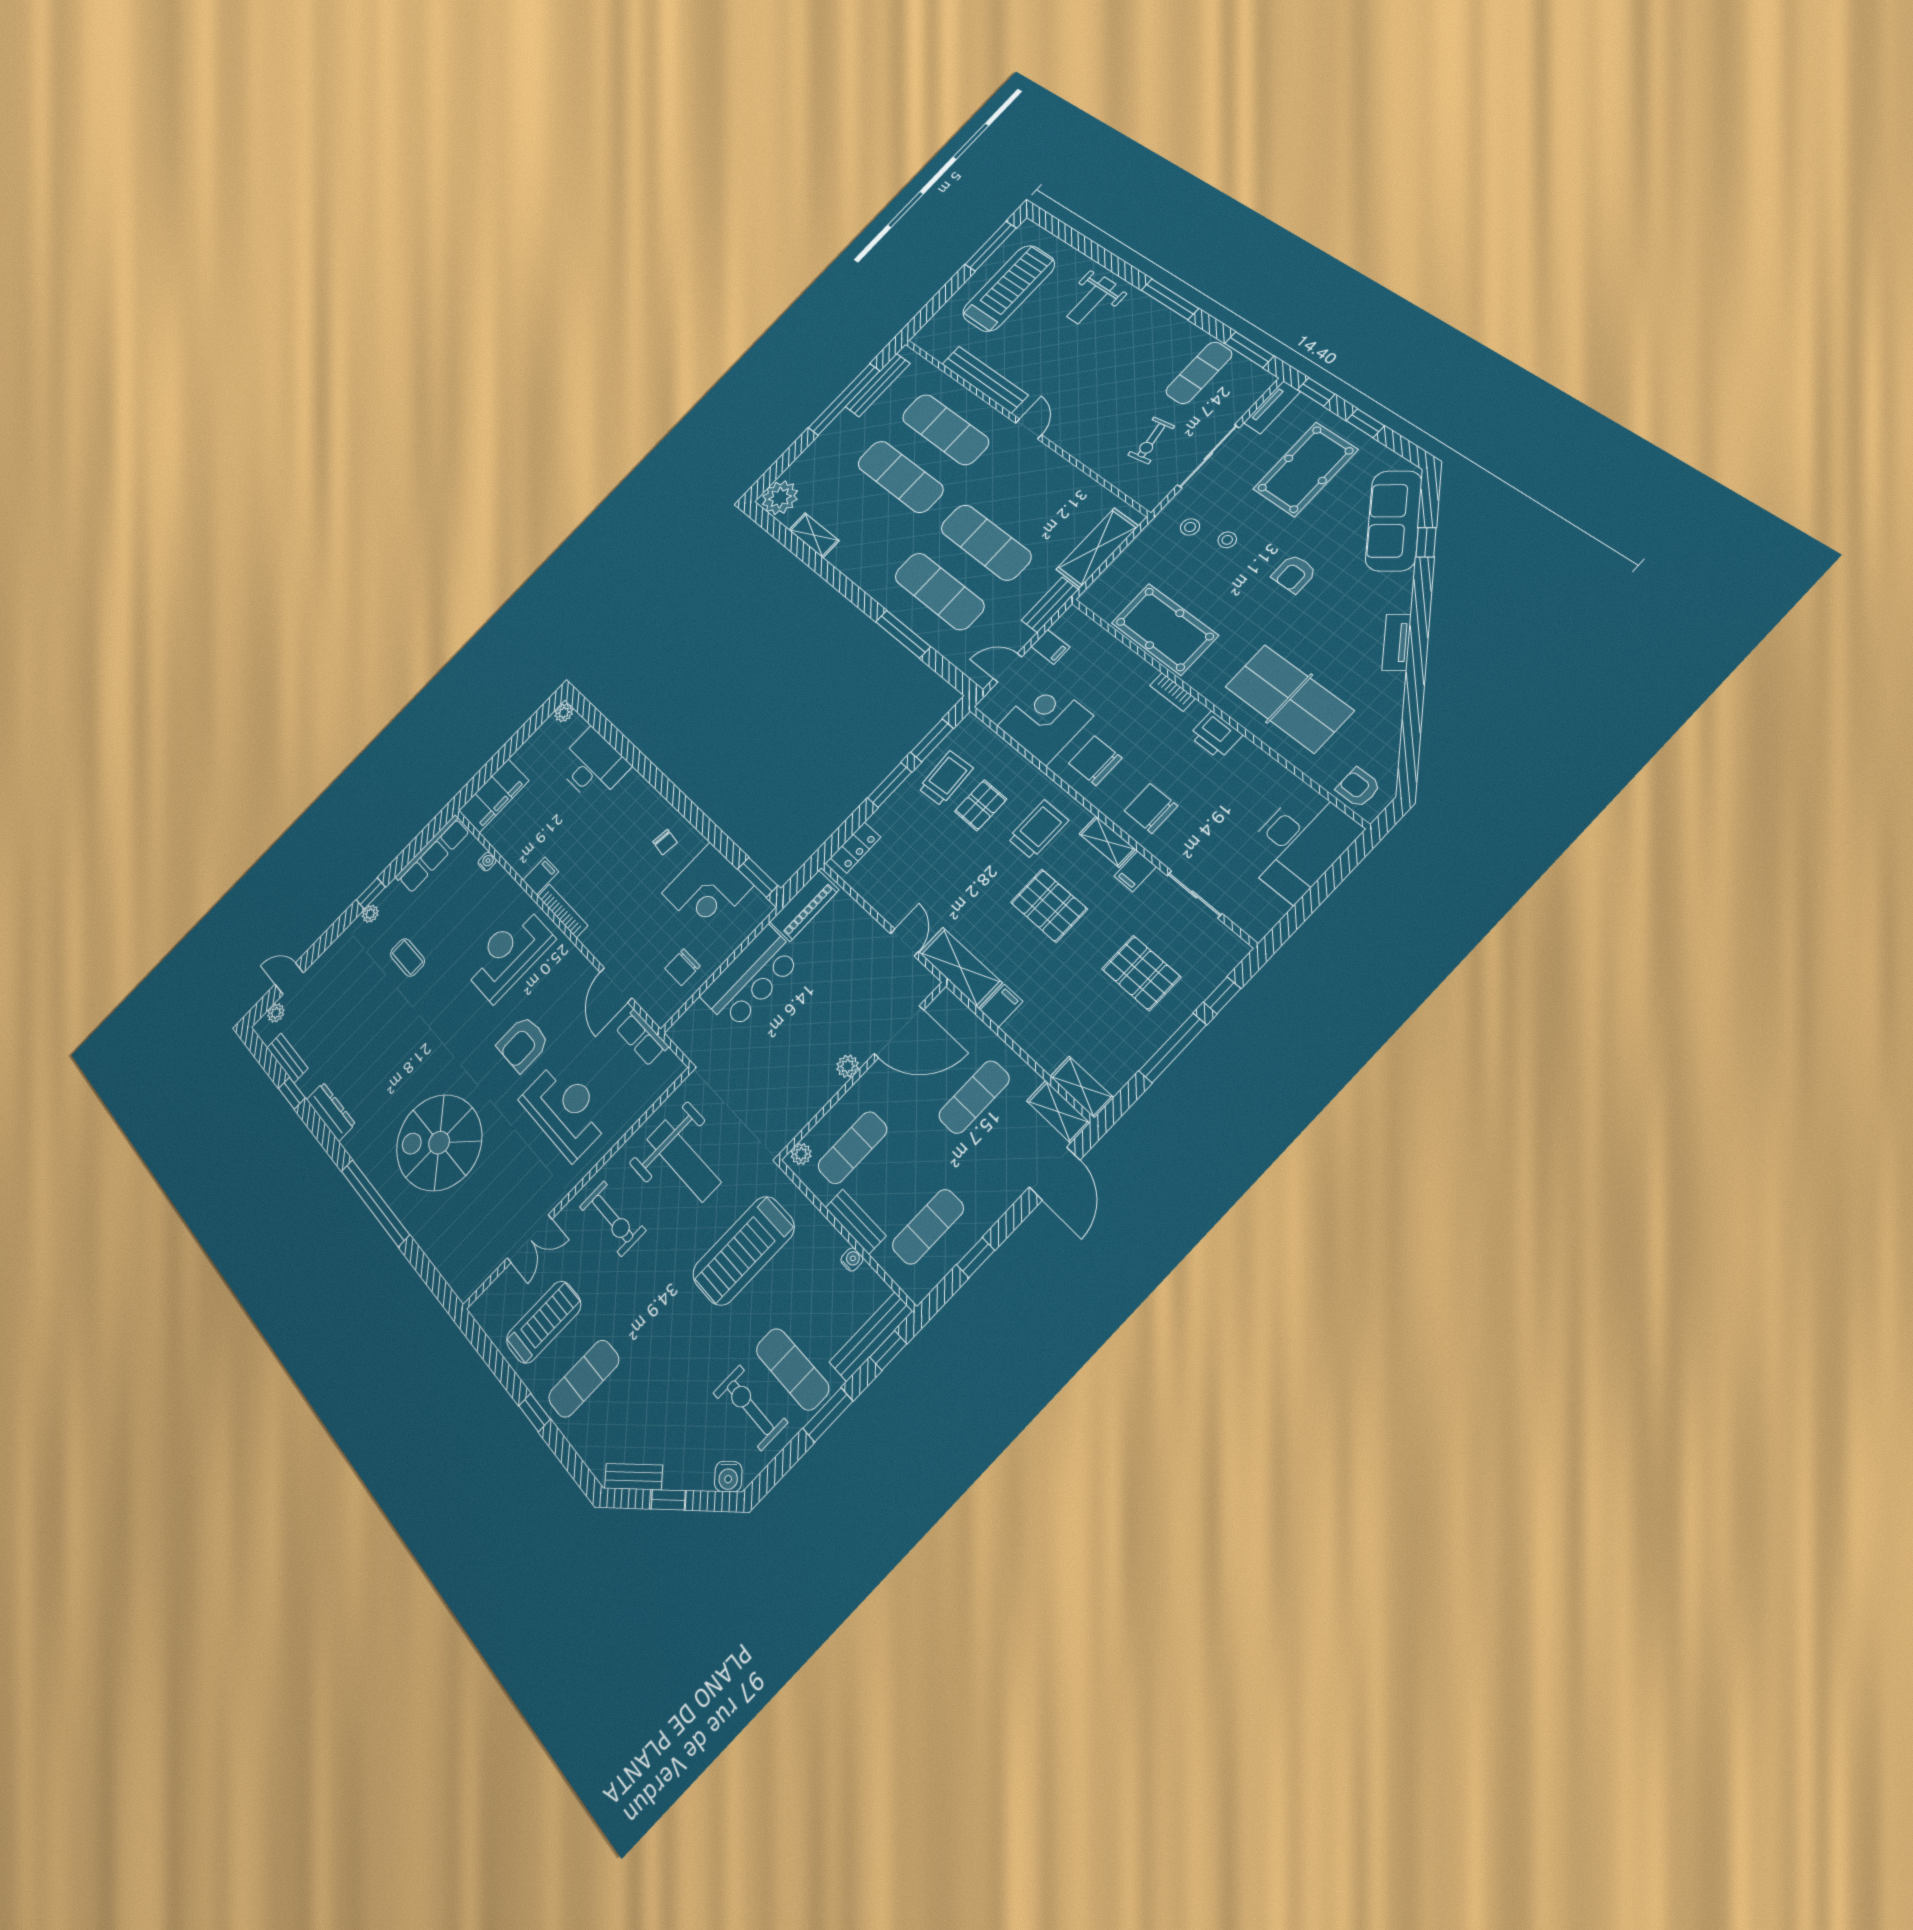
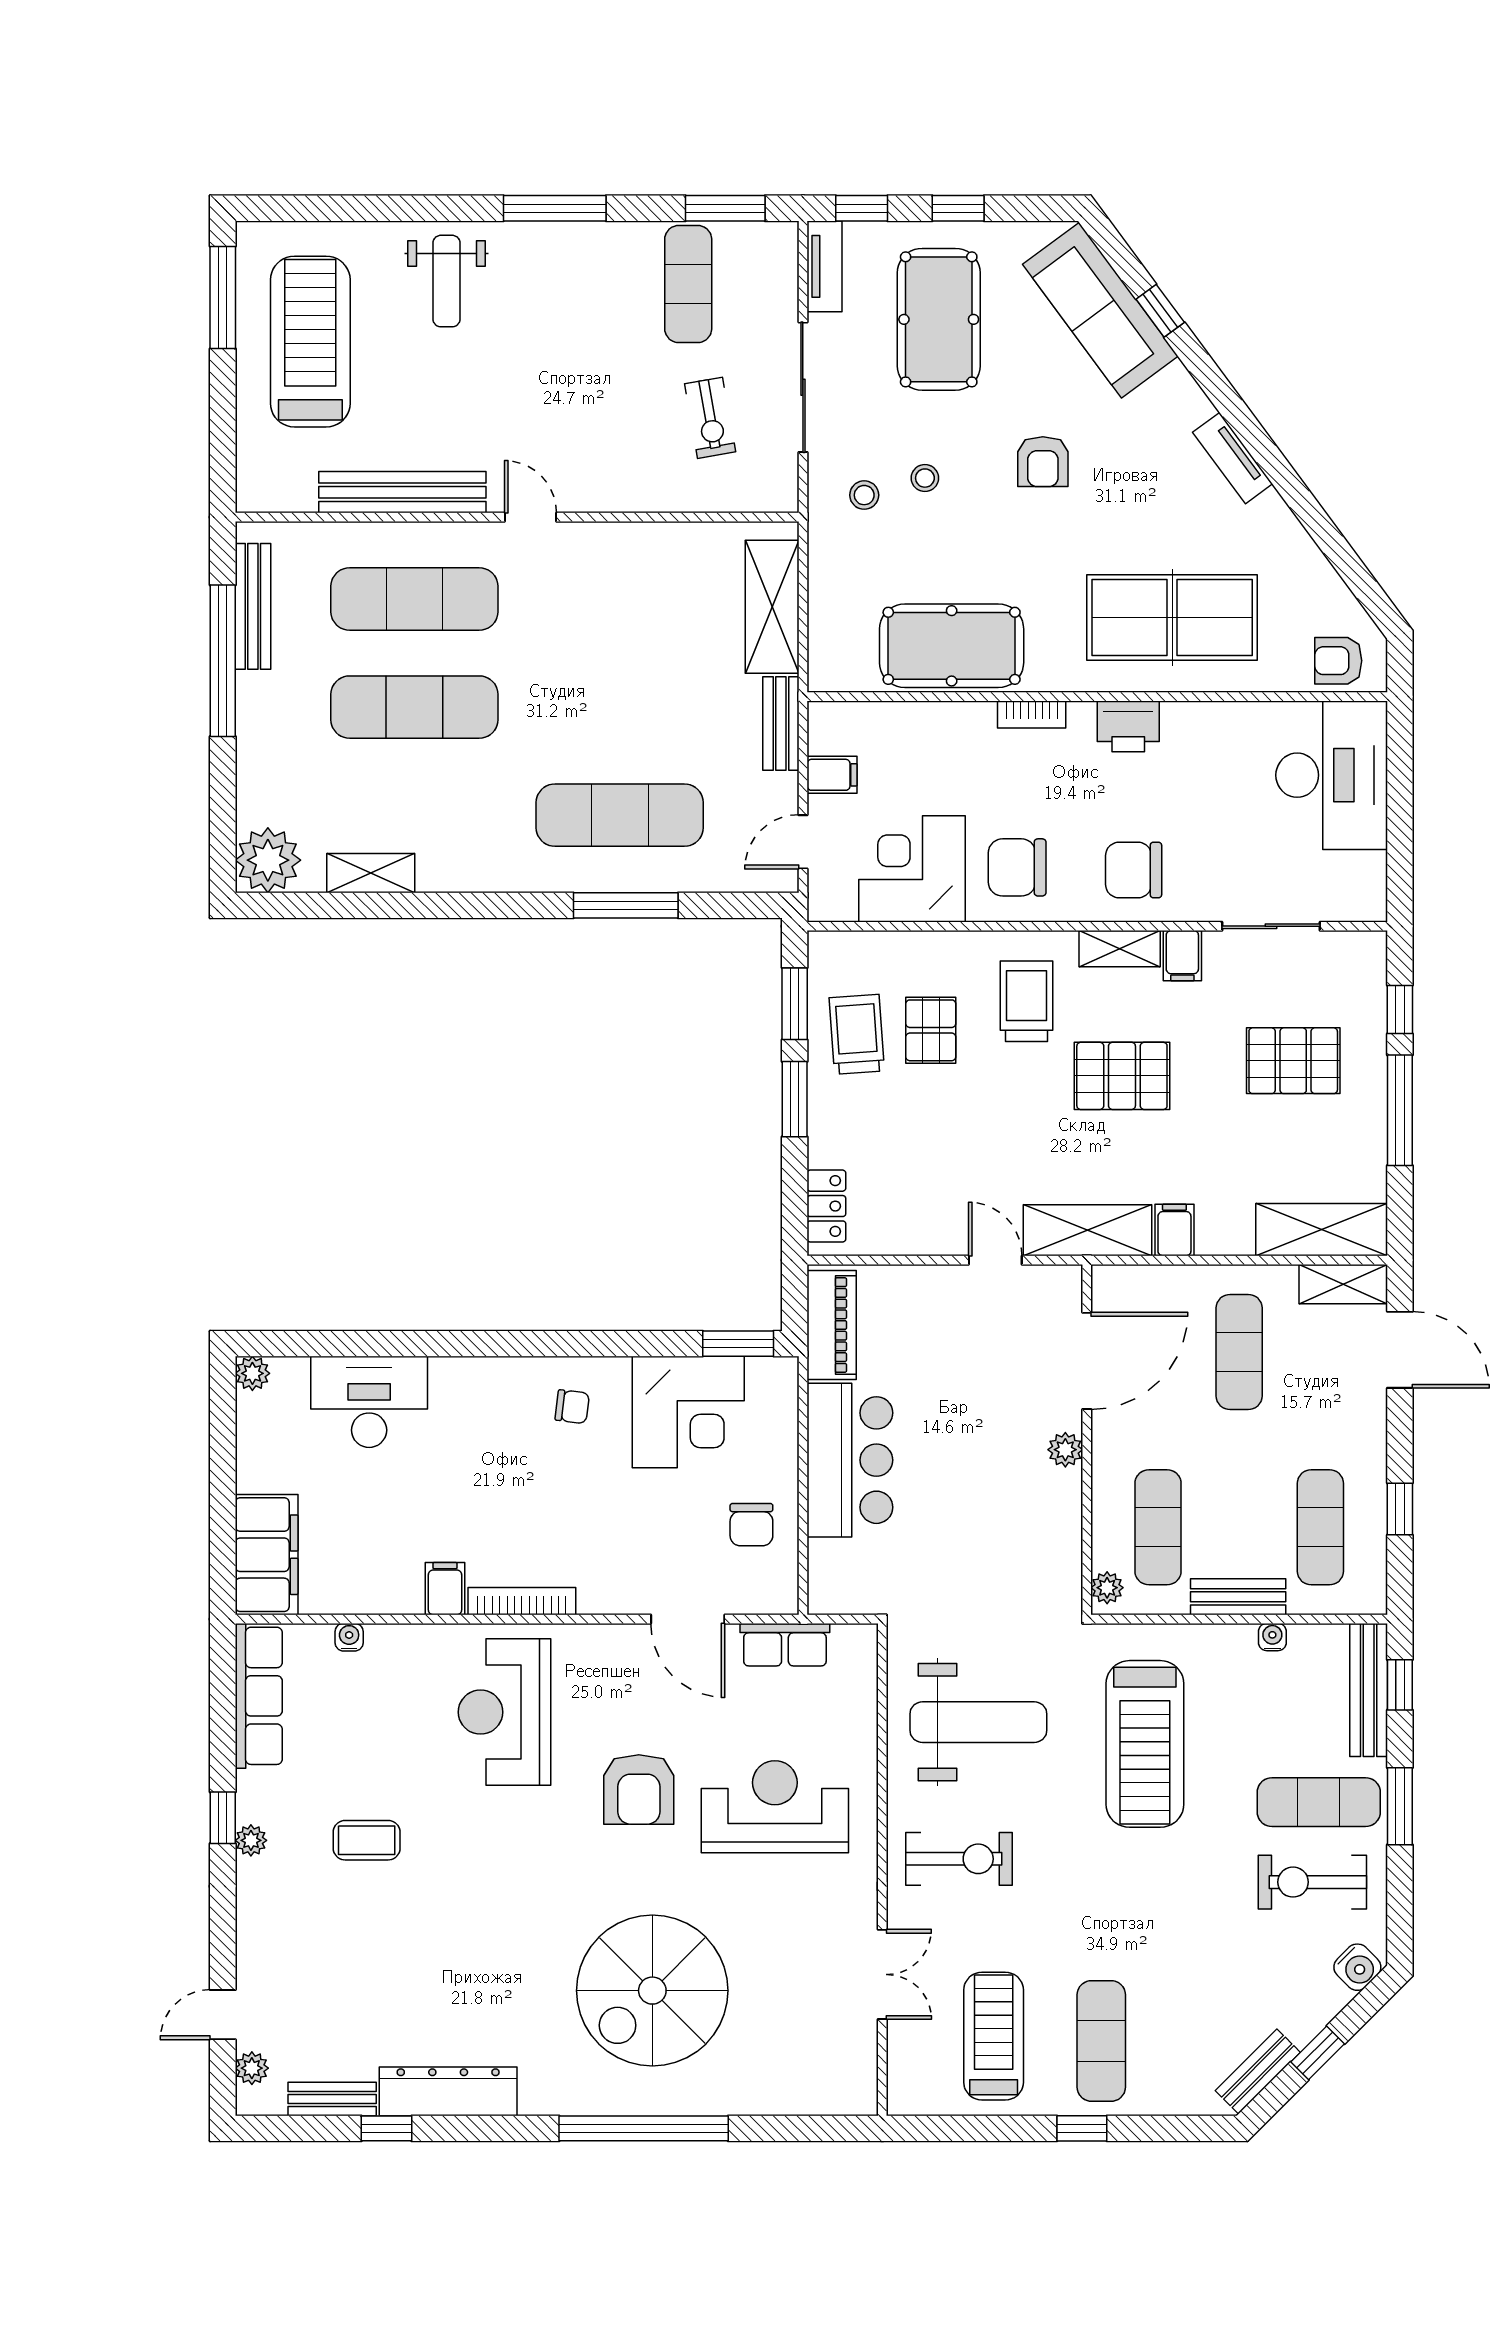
exercise mat: (986, 542) -> (620, 707), removed
shelving: (1082, 1087) -> (1322, 1230), width x1.50, depth x1.33
dresser: (331, 1112) -> (448, 2091), width x1.37, depth x1.24

